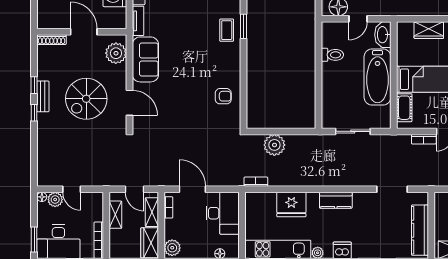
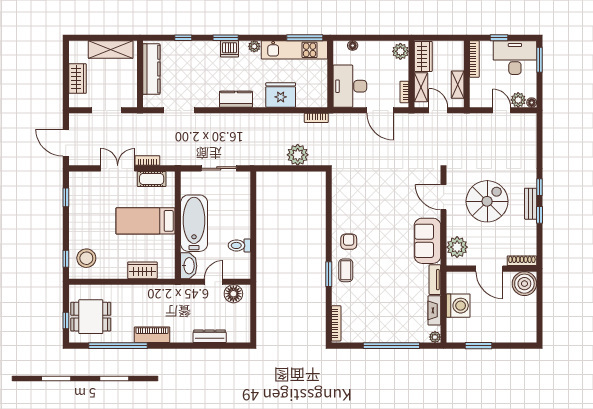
boiler: (49, 17) -> (524, 284), added
armchair: (223, 96) -> (349, 242), moved, turned 90
cot: (404, 108) -> (152, 179), moved, turned 90

